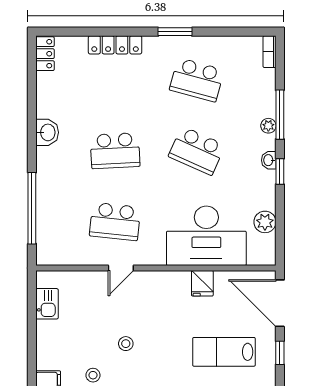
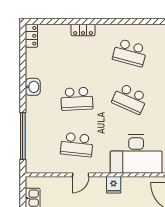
window: (175, 32) -> (116, 22), removed
locker: (115, 45) -> (83, 30), width x0.66
fridge: (202, 283) -> (114, 185), moved

